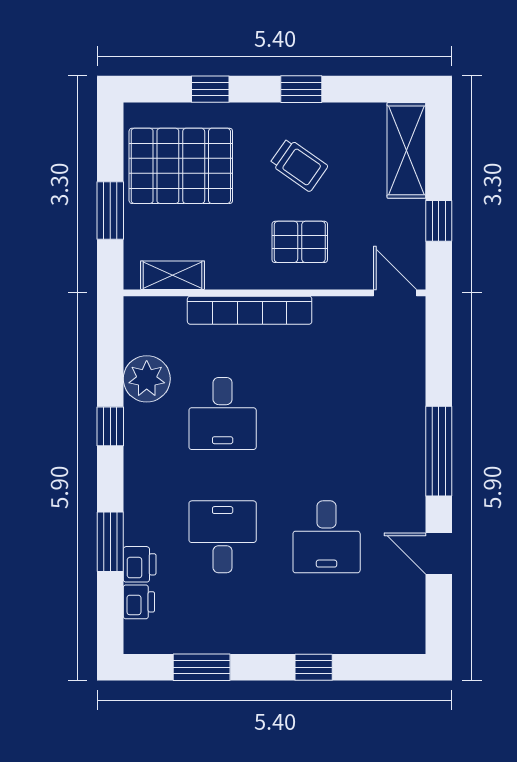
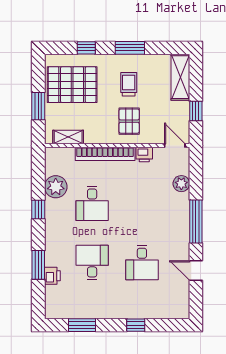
window: (301, 89) -> (130, 48), width x1.50
trolley: (299, 165) -> (129, 84), turned -125
pallet: (300, 242) -> (129, 121), turned 90
plant: (409, 372) -> (181, 184), added
printer: (139, 602) -> (144, 155), moved, turned 90

